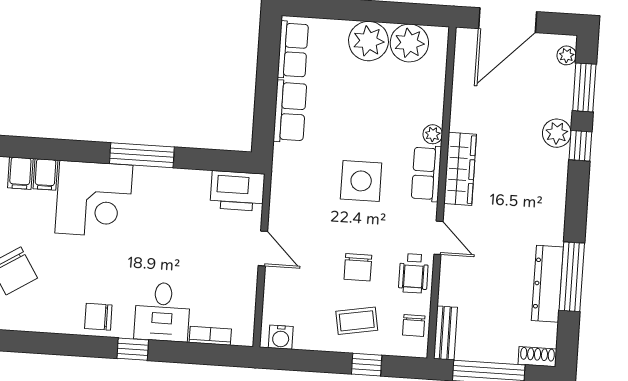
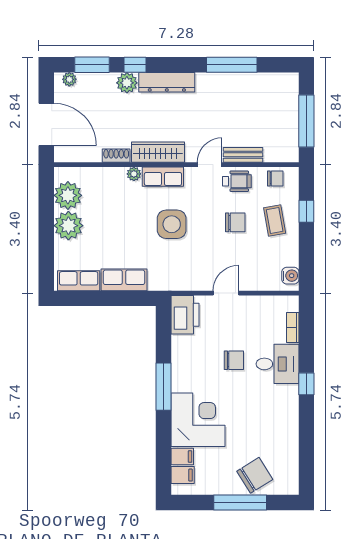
dresser: (547, 284) -> (167, 82), moved
chair: (98, 317) -> (234, 360), moved, turned -90
bench: (445, 333) -> (243, 155), moved
shoe rack: (537, 357) -> (116, 156), moved, turned 90

